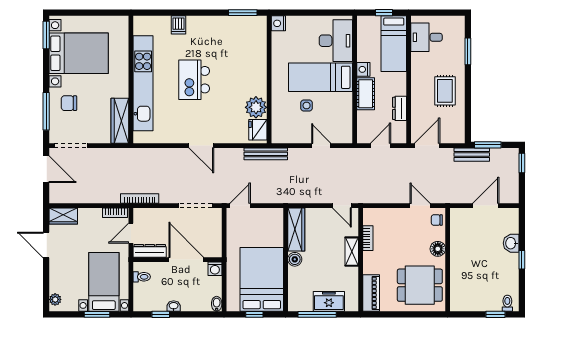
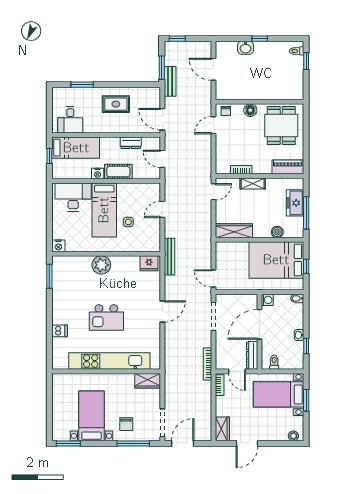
bed with nightstands: (79, 53) -> (91, 416), width x0.73
plant: (256, 107) -> (101, 265), moved
wardrobe: (120, 121) -> (148, 381), width x0.67
boiler: (295, 259) -> (277, 232), moved

